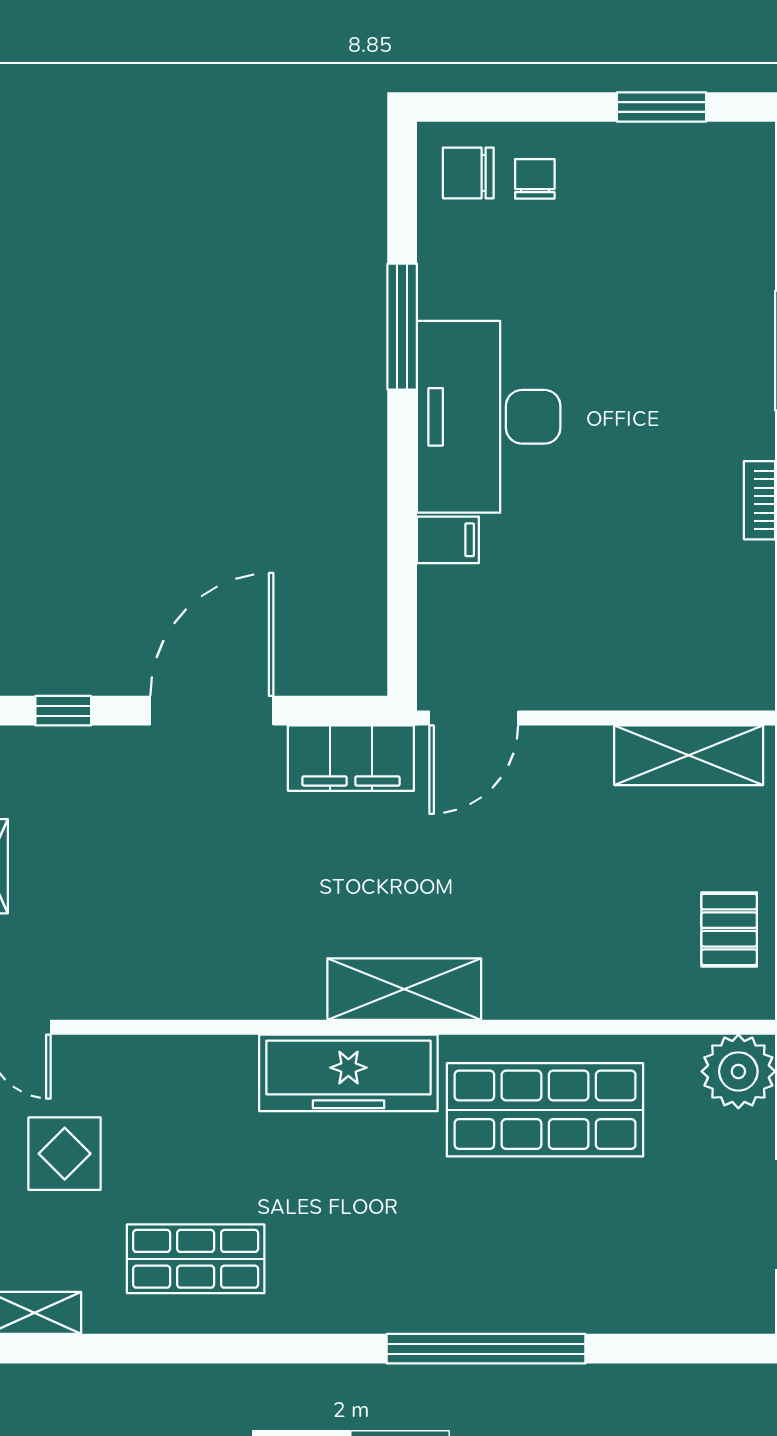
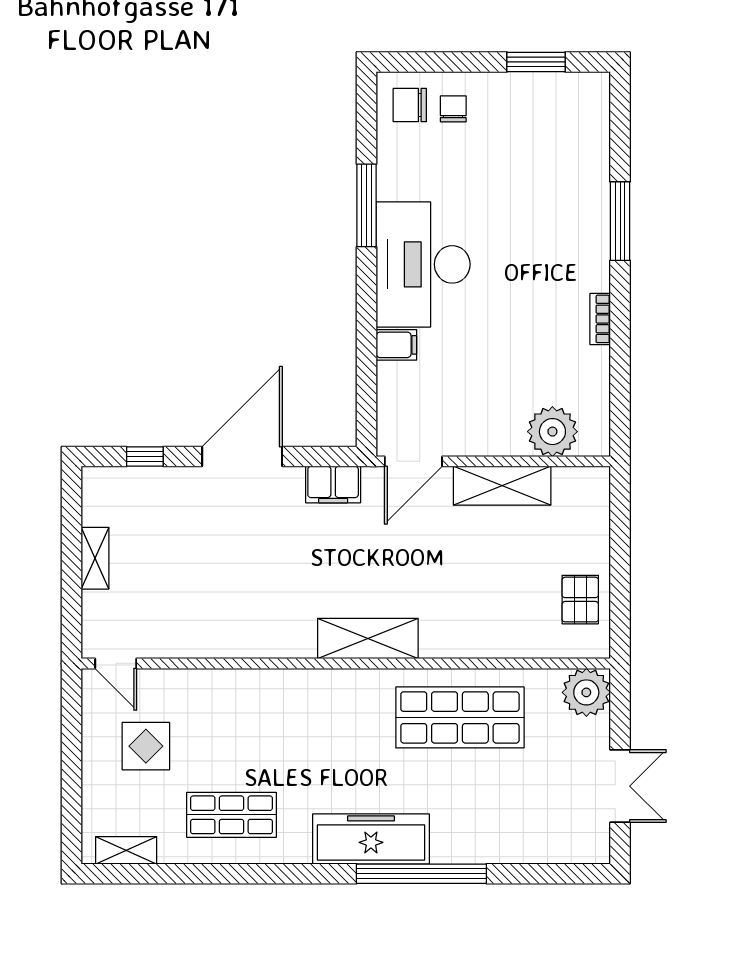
plant: (687, 672) -> (552, 432), added
shelving: (689, 755) -> (502, 486), moved
filing cabinet: (351, 758) -> (333, 484), width x0.67, depth x0.86
freezer: (348, 1073) -> (371, 839), moved, turned 180

